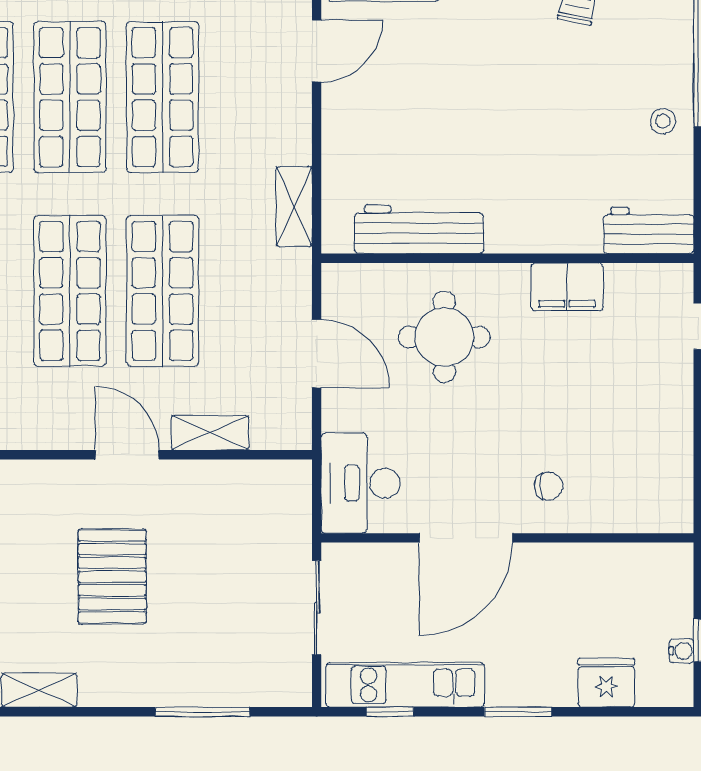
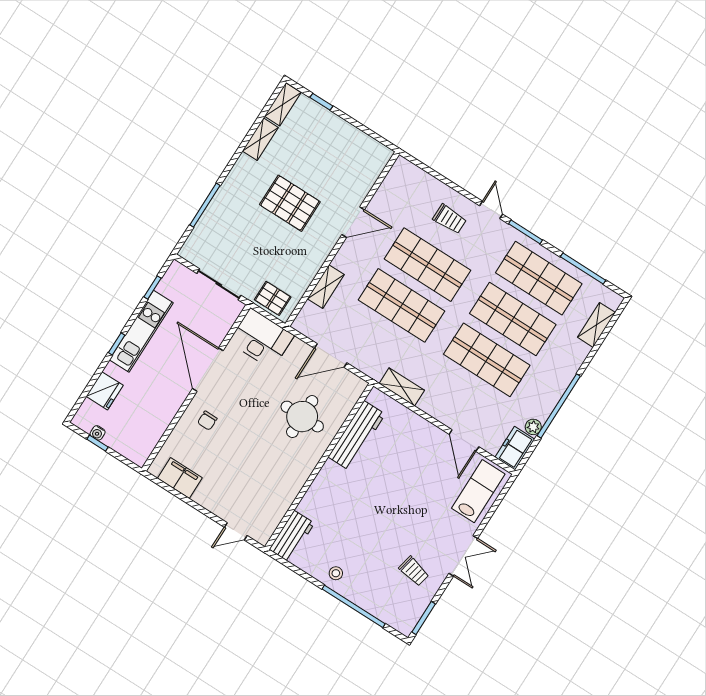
filing cabinet: (567, 287) -> (180, 478), moved, turned 90
door: (127, 455) -> (353, 222), moved
pallet: (284, 506) -> (273, 298), added
kitchen unit: (405, 685) -> (141, 331), moved
window: (518, 712) -> (117, 344), width x0.67

